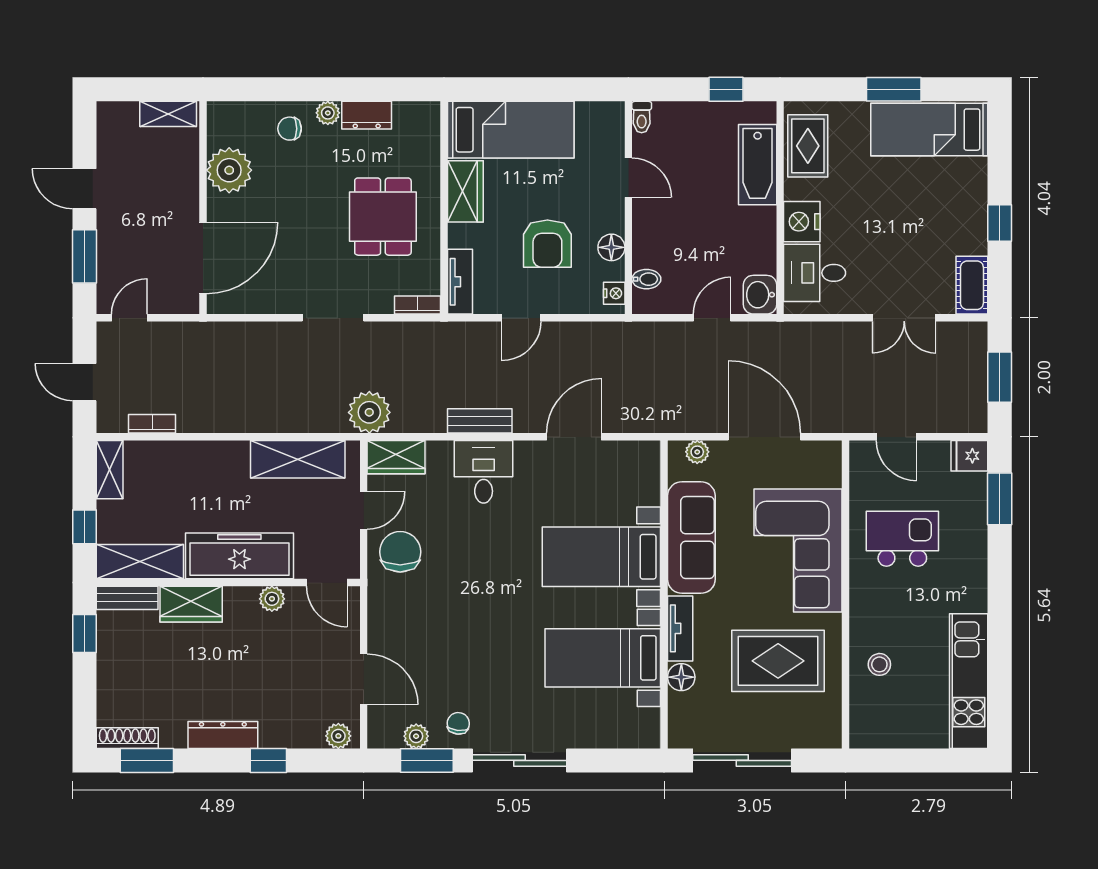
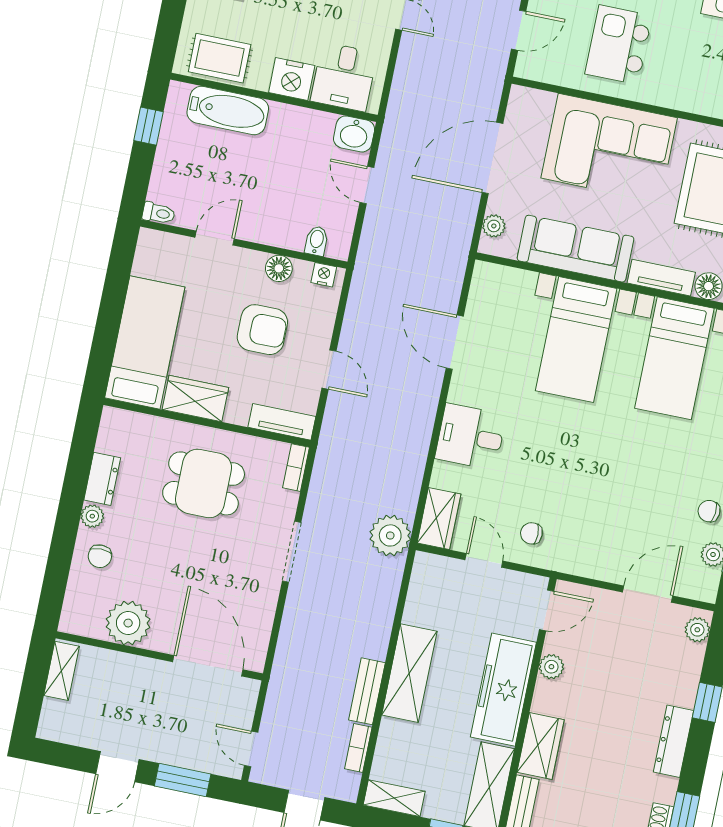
bench: (480, 421) -> (367, 691), moved
shelving: (298, 459) -> (409, 673), moved
chair: (400, 552) -> (531, 533), width x0.54, depth x0.54

